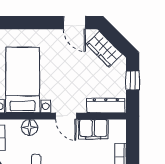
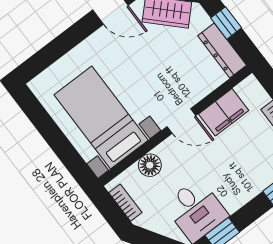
dresser: (106, 106) -> (222, 50), moved, turned -90

